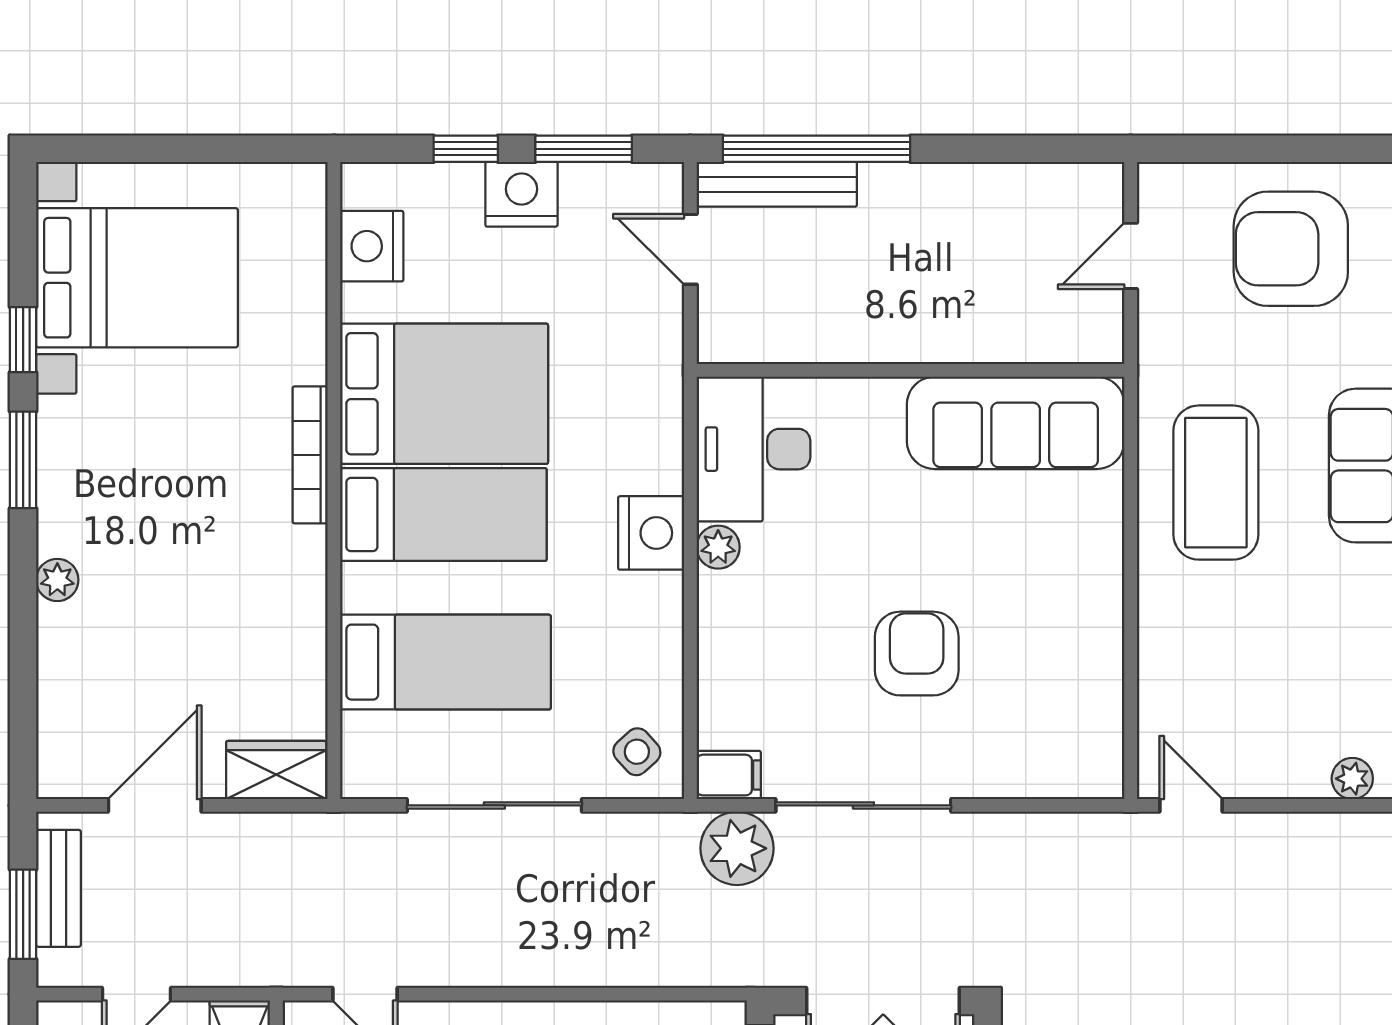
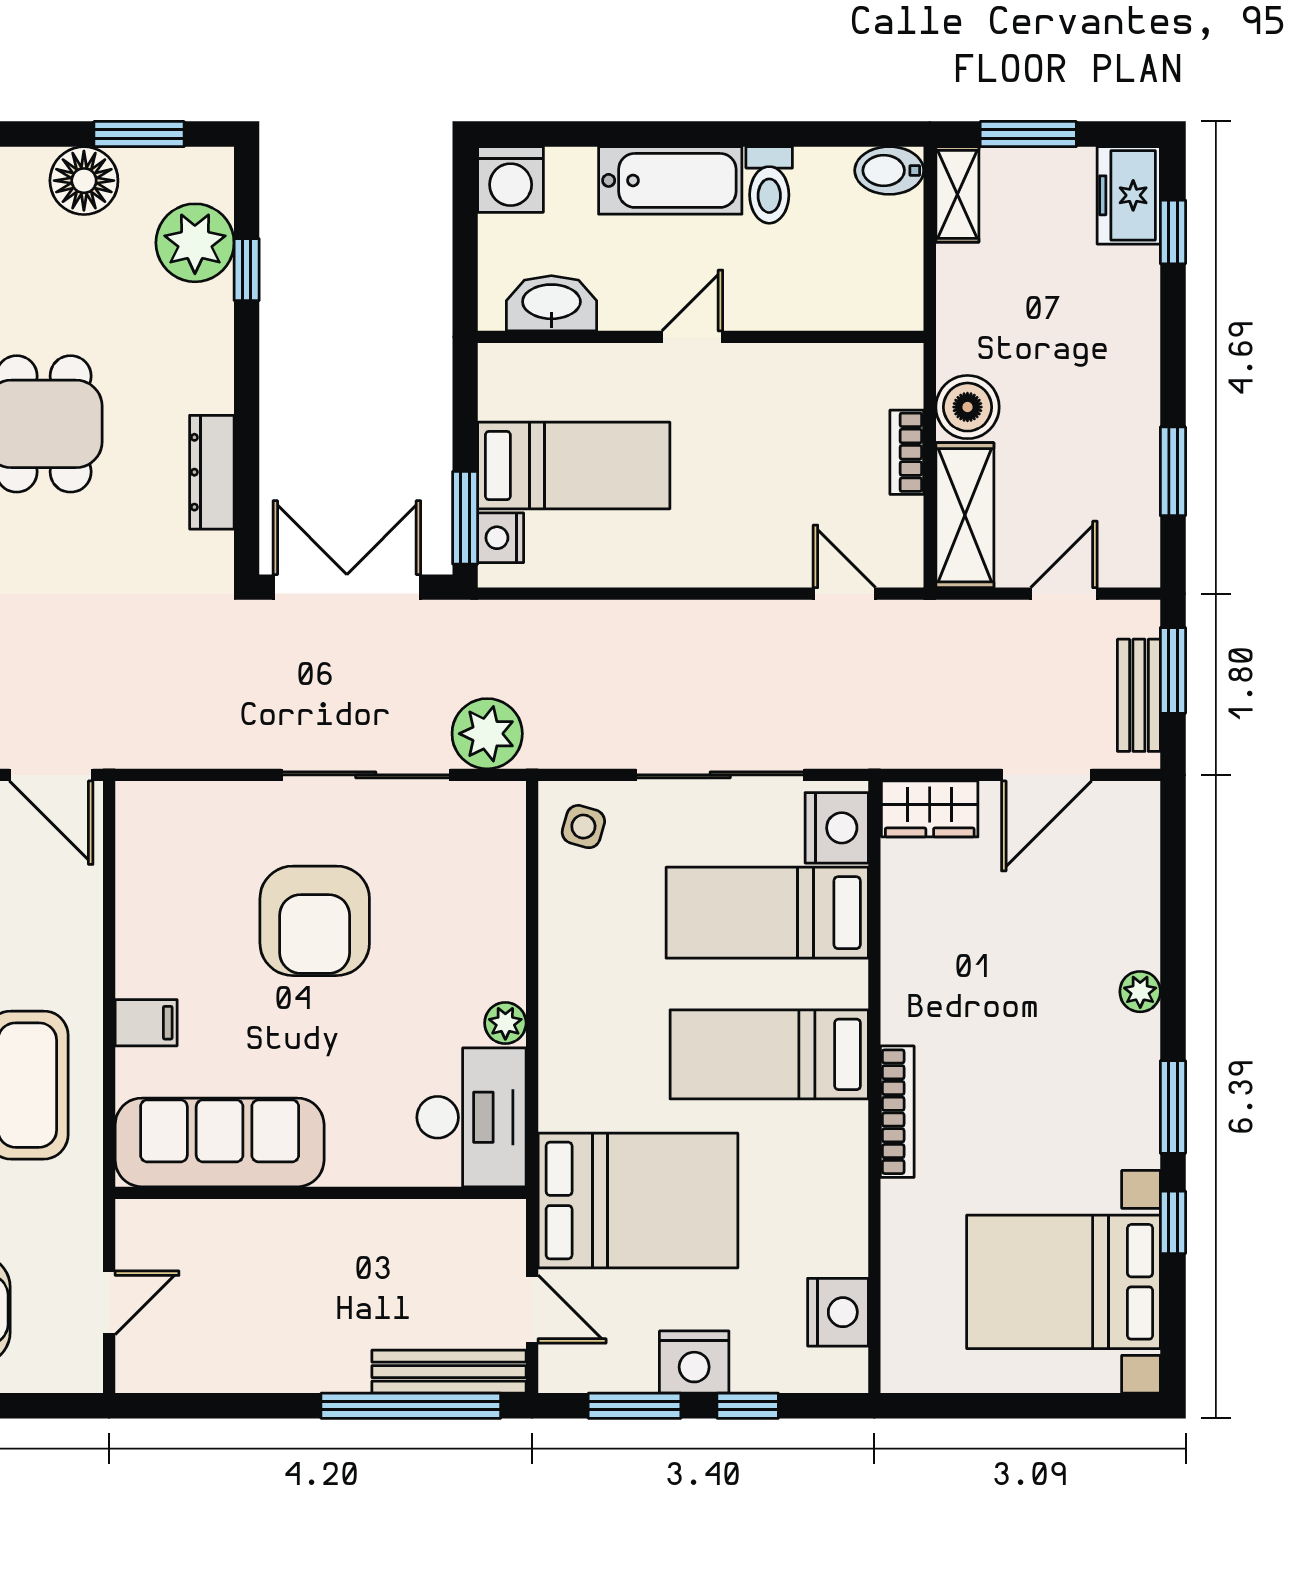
bed: (444, 394) -> (638, 1200), moved, turned 180
nightstand: (651, 533) -> (837, 828), moved, turned 180
armchair: (917, 654) -> (315, 921), width x1.36, depth x1.36
side table: (637, 752) -> (583, 827), turned -32
filing cabinet: (729, 775) -> (146, 1023), moved, turned 180
door: (1191, 805) -> (51, 775), width x1.38

